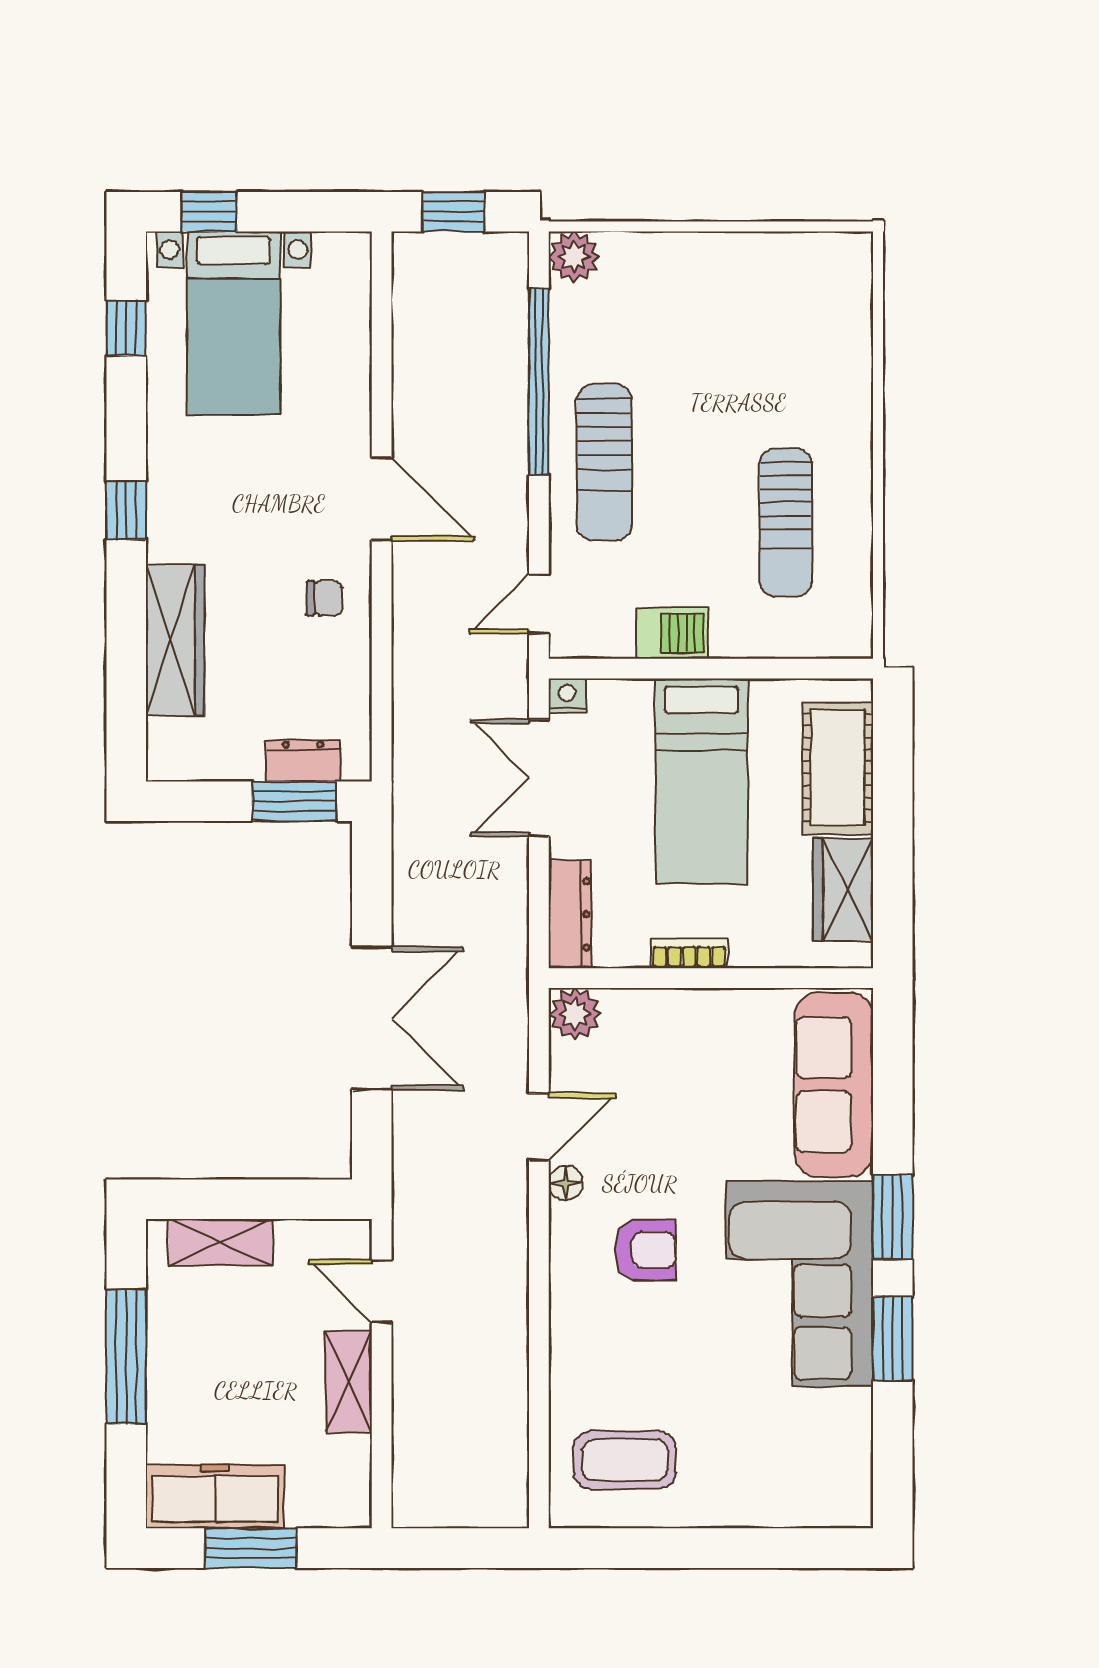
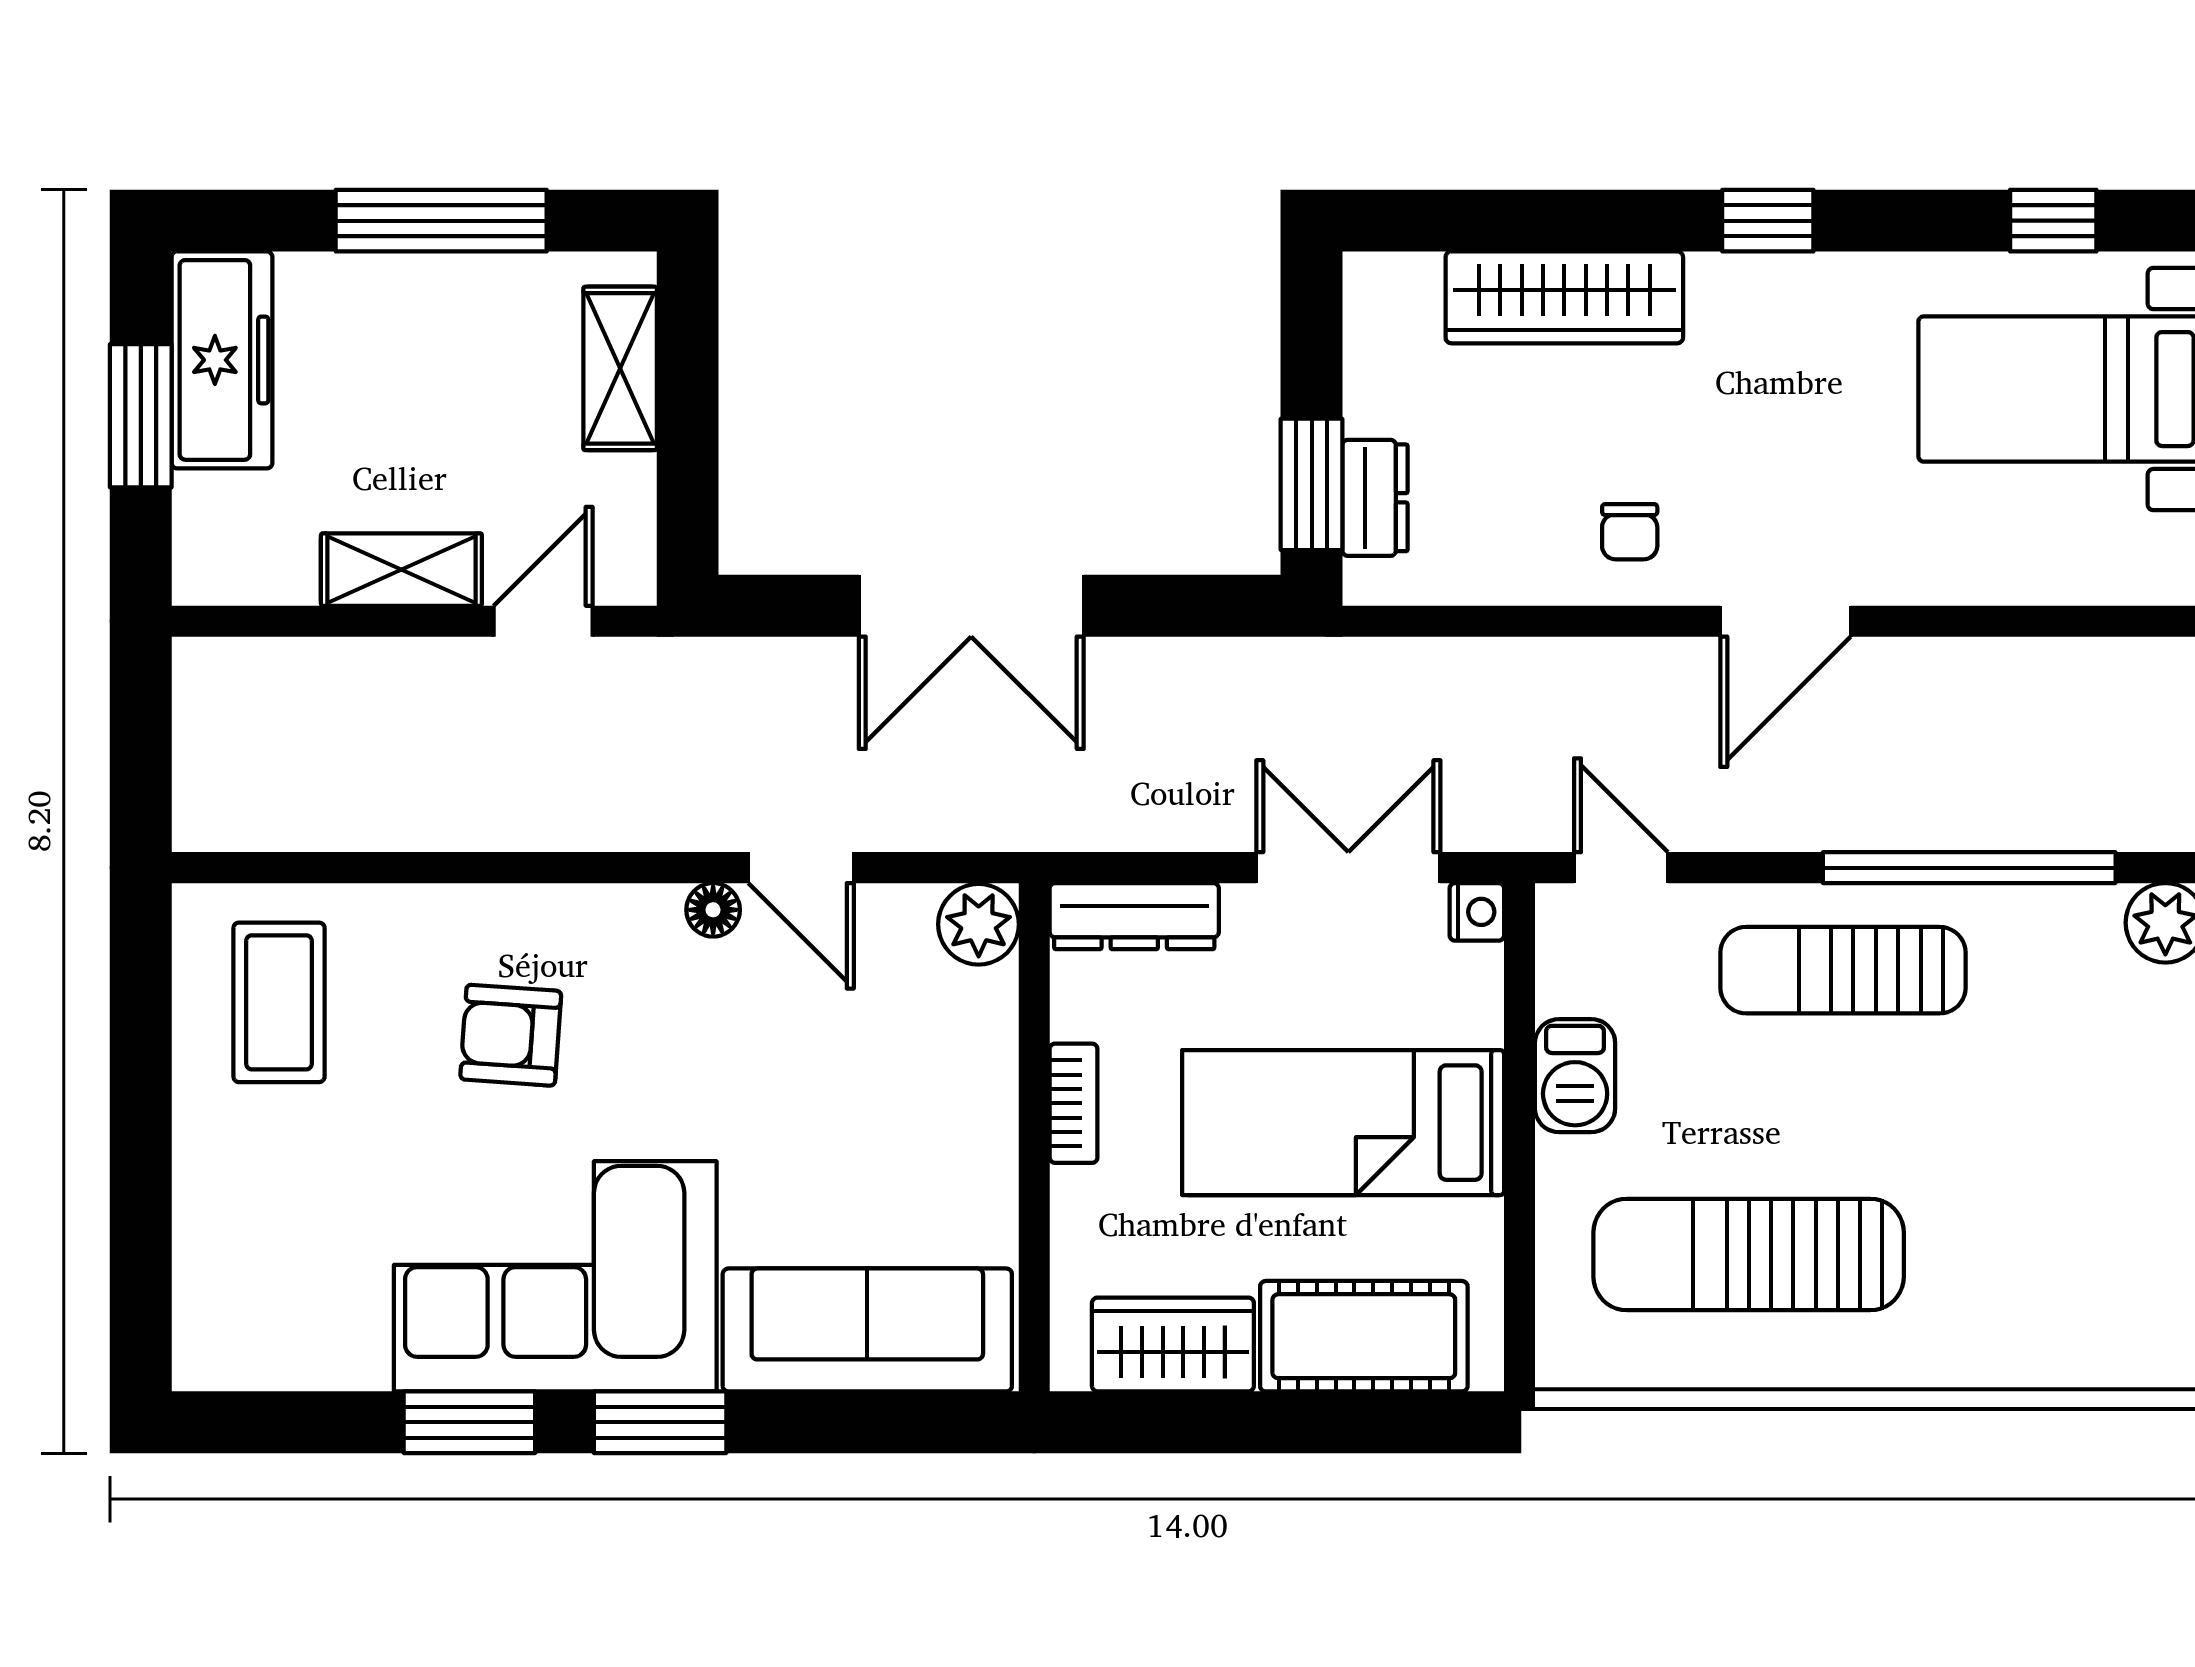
sun lounger: (786, 522) -> (1749, 1255), width x1.36, depth x1.34
armchair: (645, 1250) -> (511, 1035), moved, turned 94

